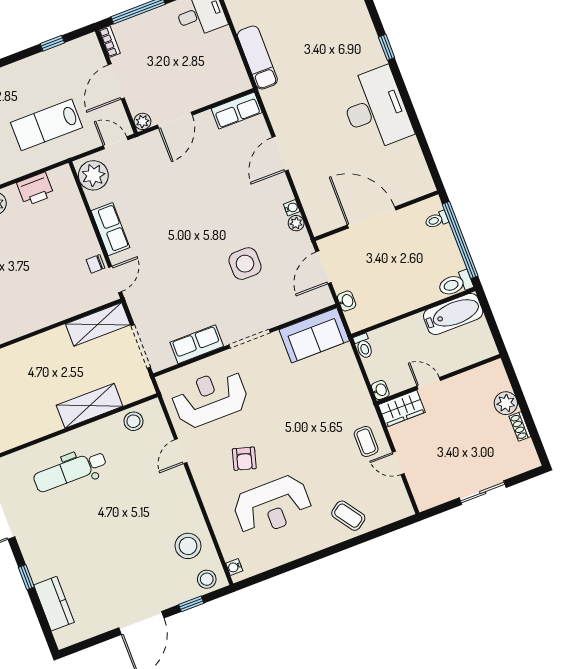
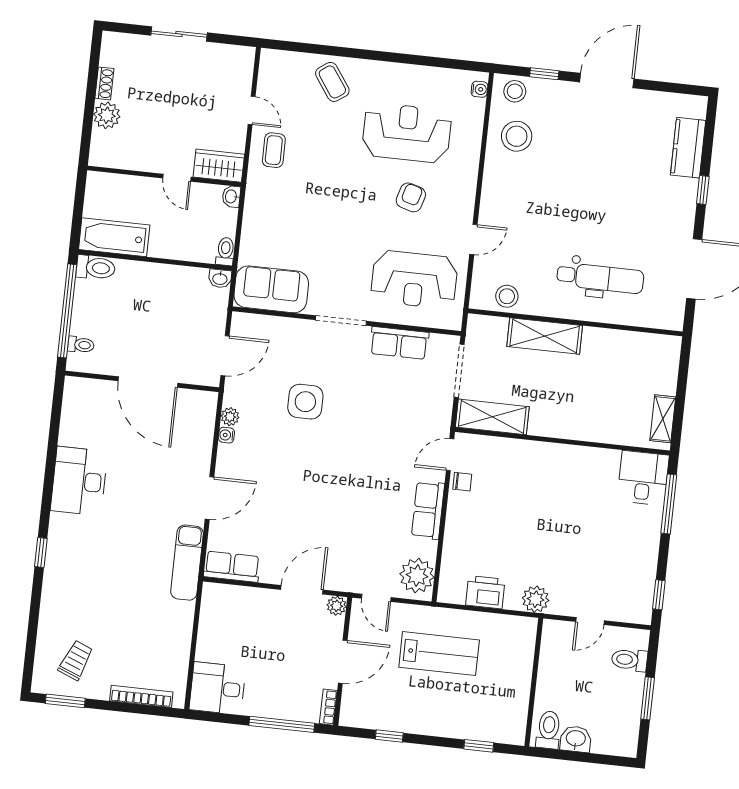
exam couch: (257, 58) -> (187, 563), moved
desk: (376, 109) -> (79, 481), width x0.73, depth x0.77
washbasin: (347, 301) -> (220, 279), moved, turned -90

